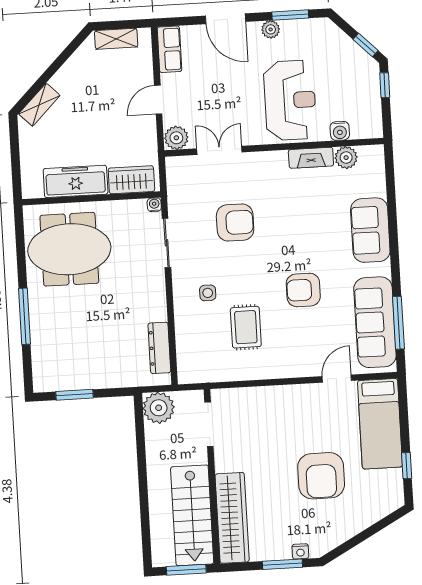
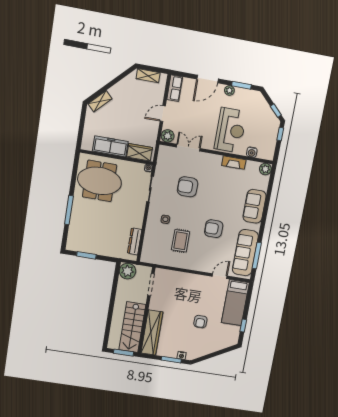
door: (226, 19) -> (208, 79), hinge flipped
plant: (346, 158) -> (265, 169), moved
armchair: (235, 223) -> (188, 187), turned 180
armchair: (321, 476) -> (200, 322), width x0.53, depth x0.53

